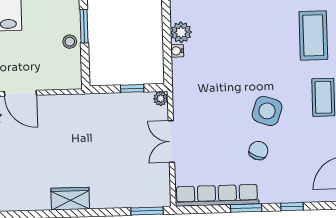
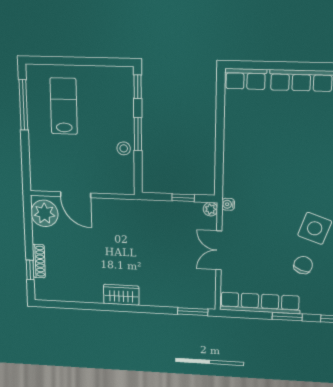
plant: (181, 32) -> (234, 146), removed
water cooler: (177, 51) -> (228, 204), moved

